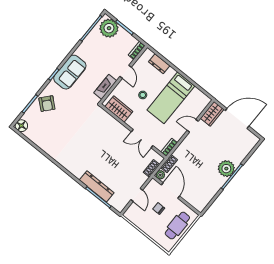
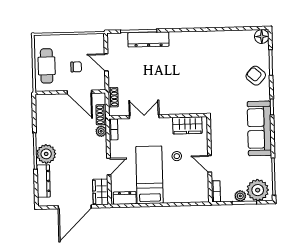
plant: (123, 34) -> (240, 196), added
dresser: (159, 64) -> (125, 198), moved
sofa: (70, 72) -> (259, 128), width x1.36
fireplace: (105, 87) -> (216, 135), removed
dresser: (243, 152) -> (44, 181), added
plant: (160, 175) -> (101, 131), moved

